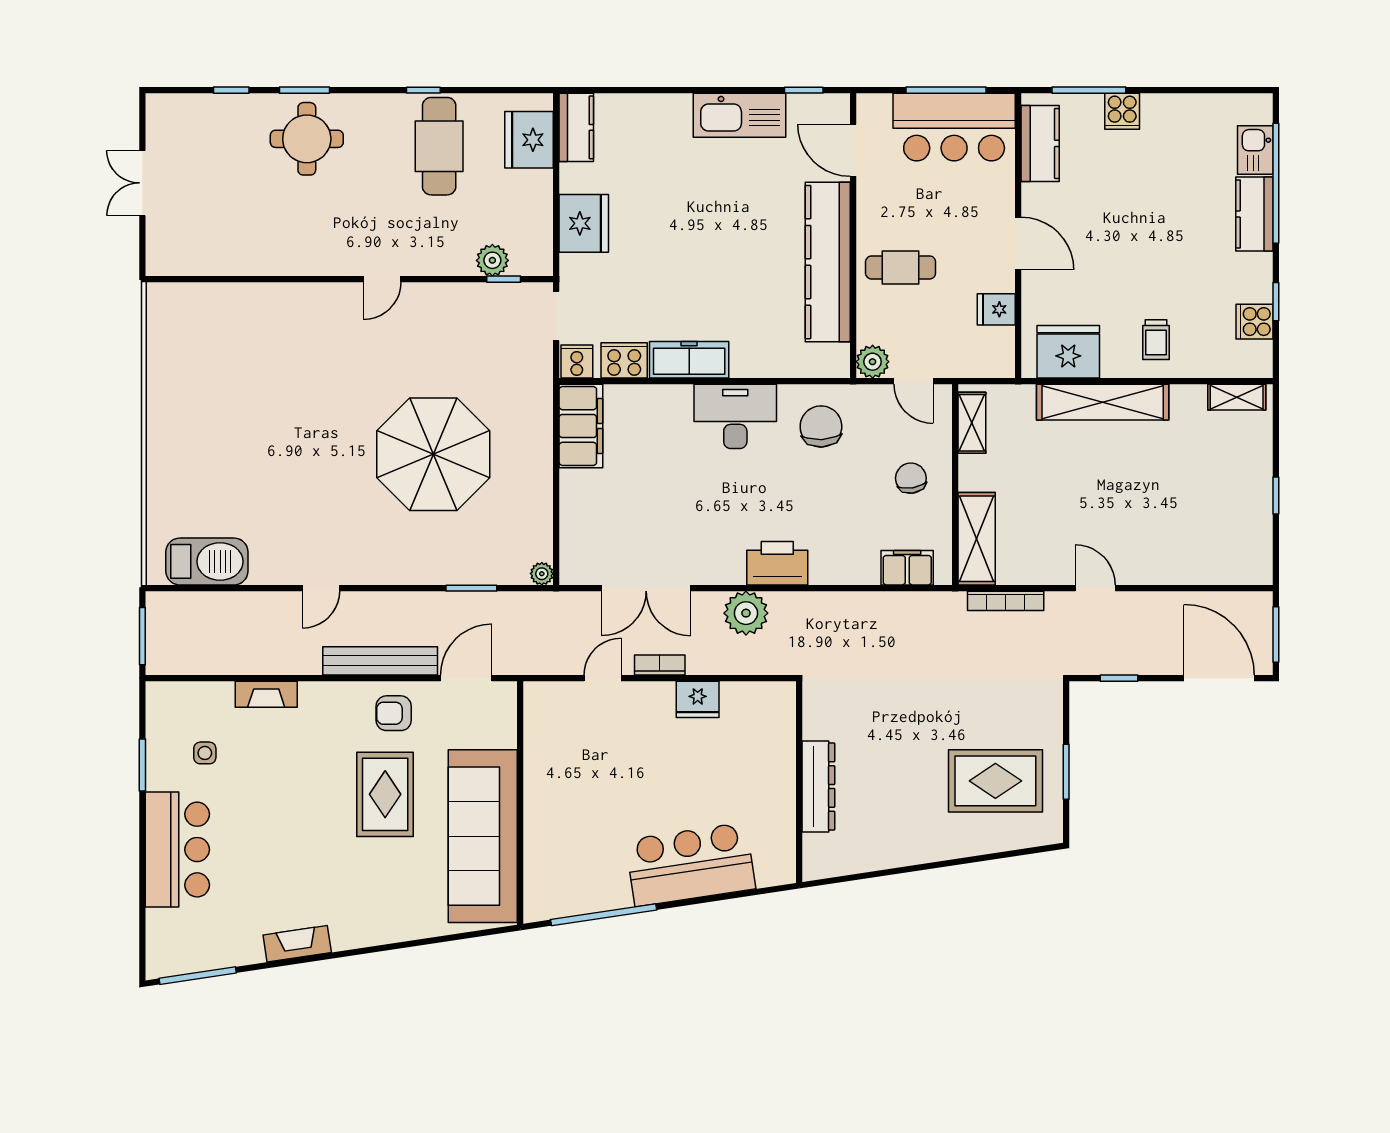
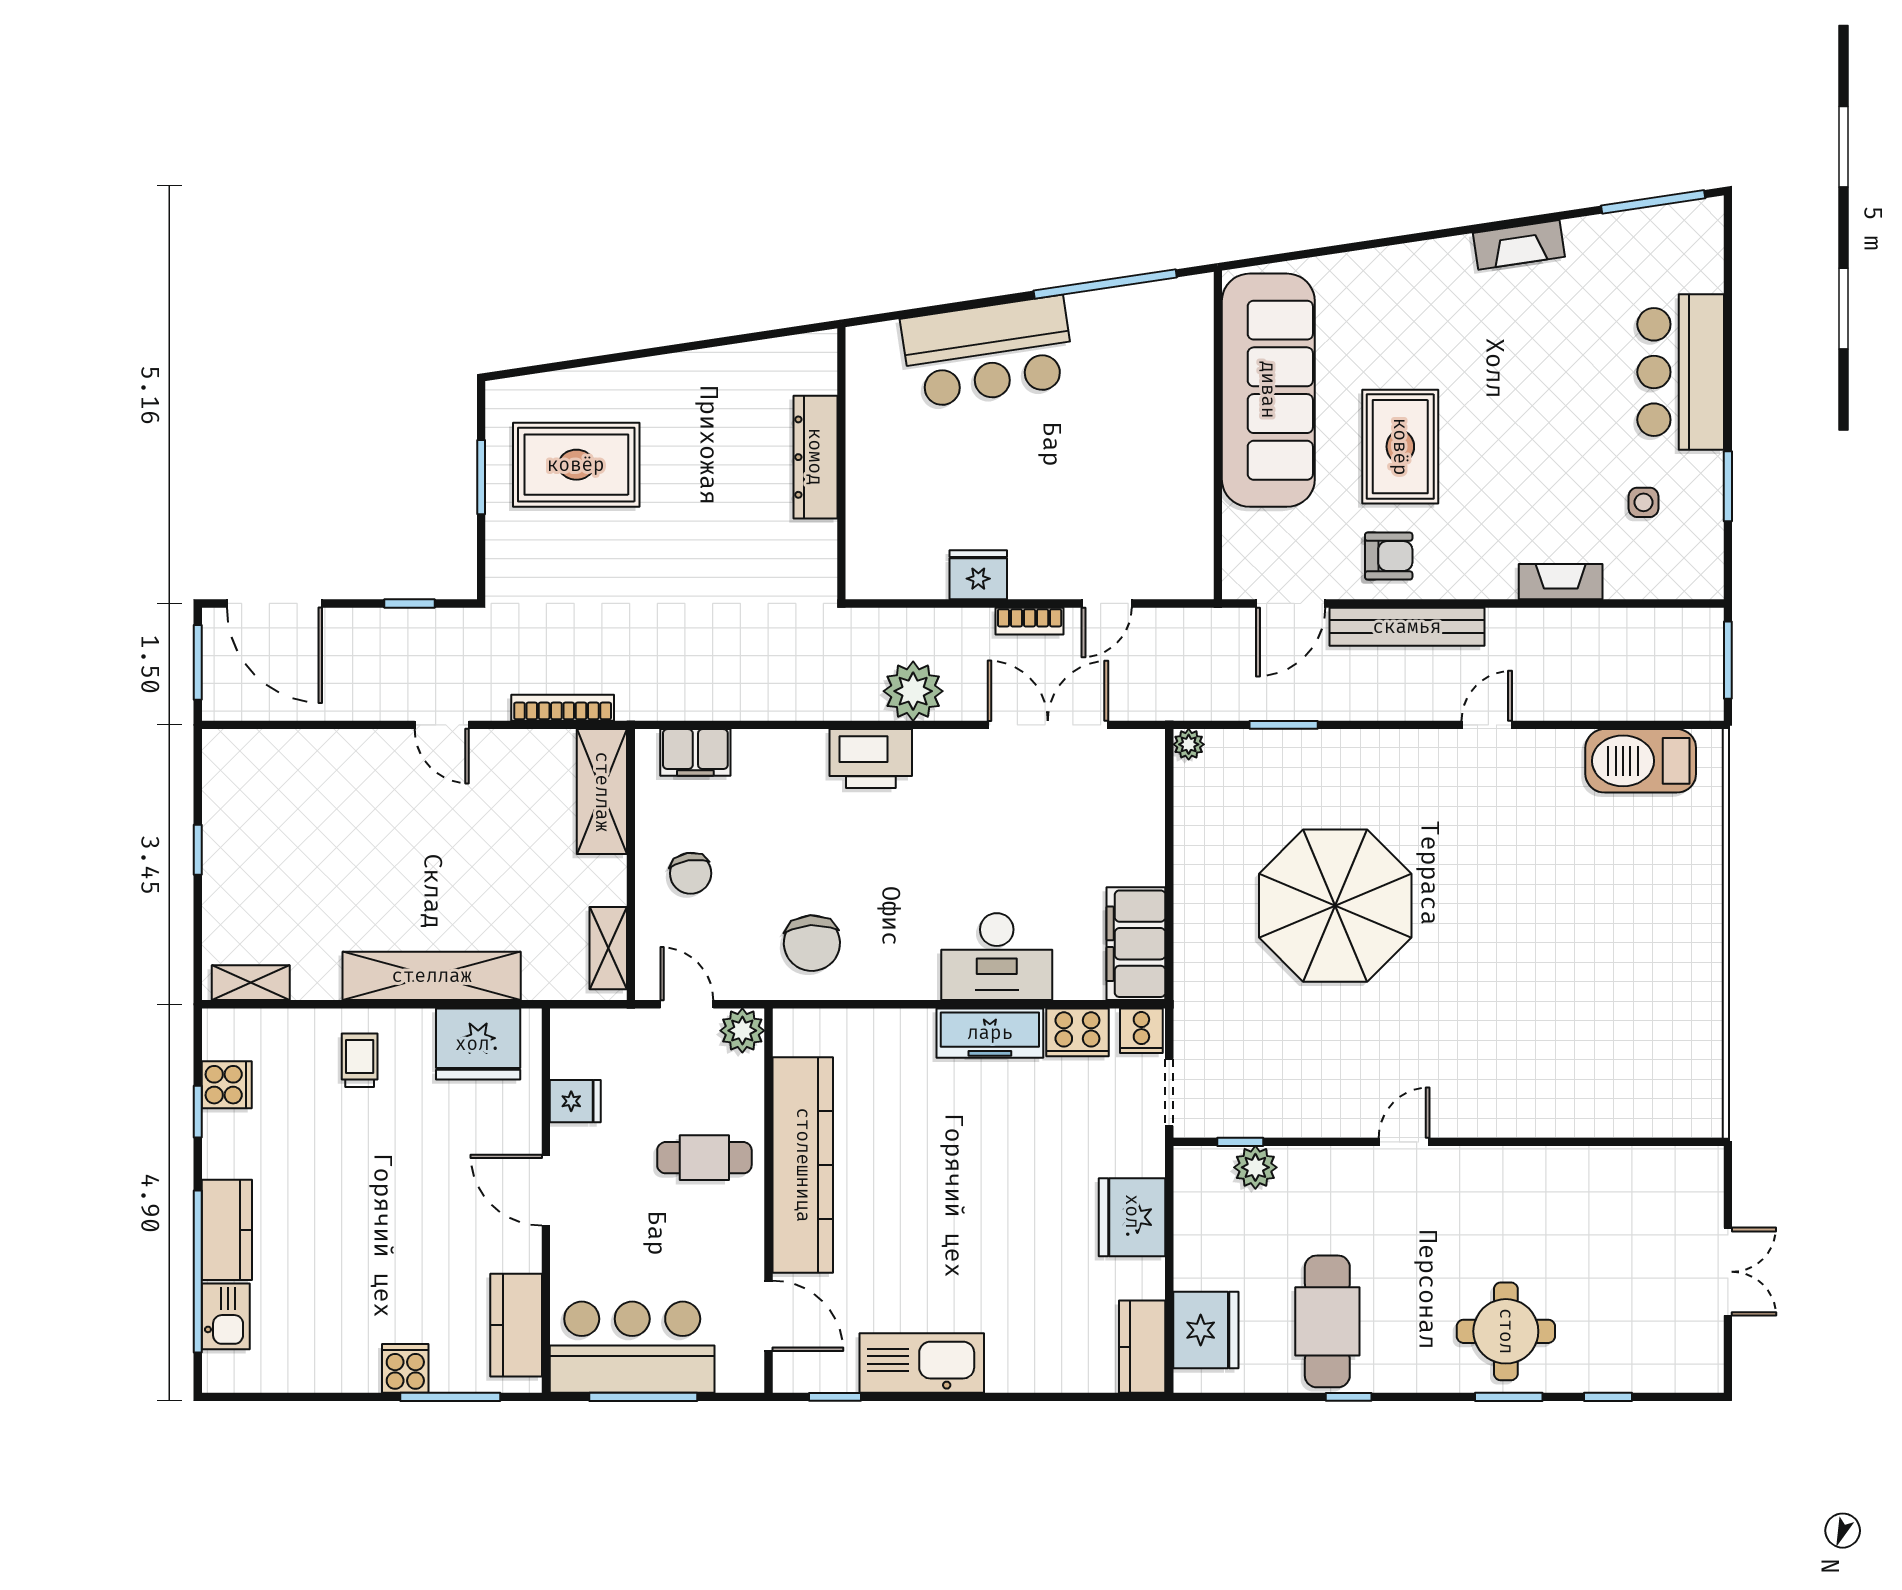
desk: (735, 416) -> (997, 957), moved

